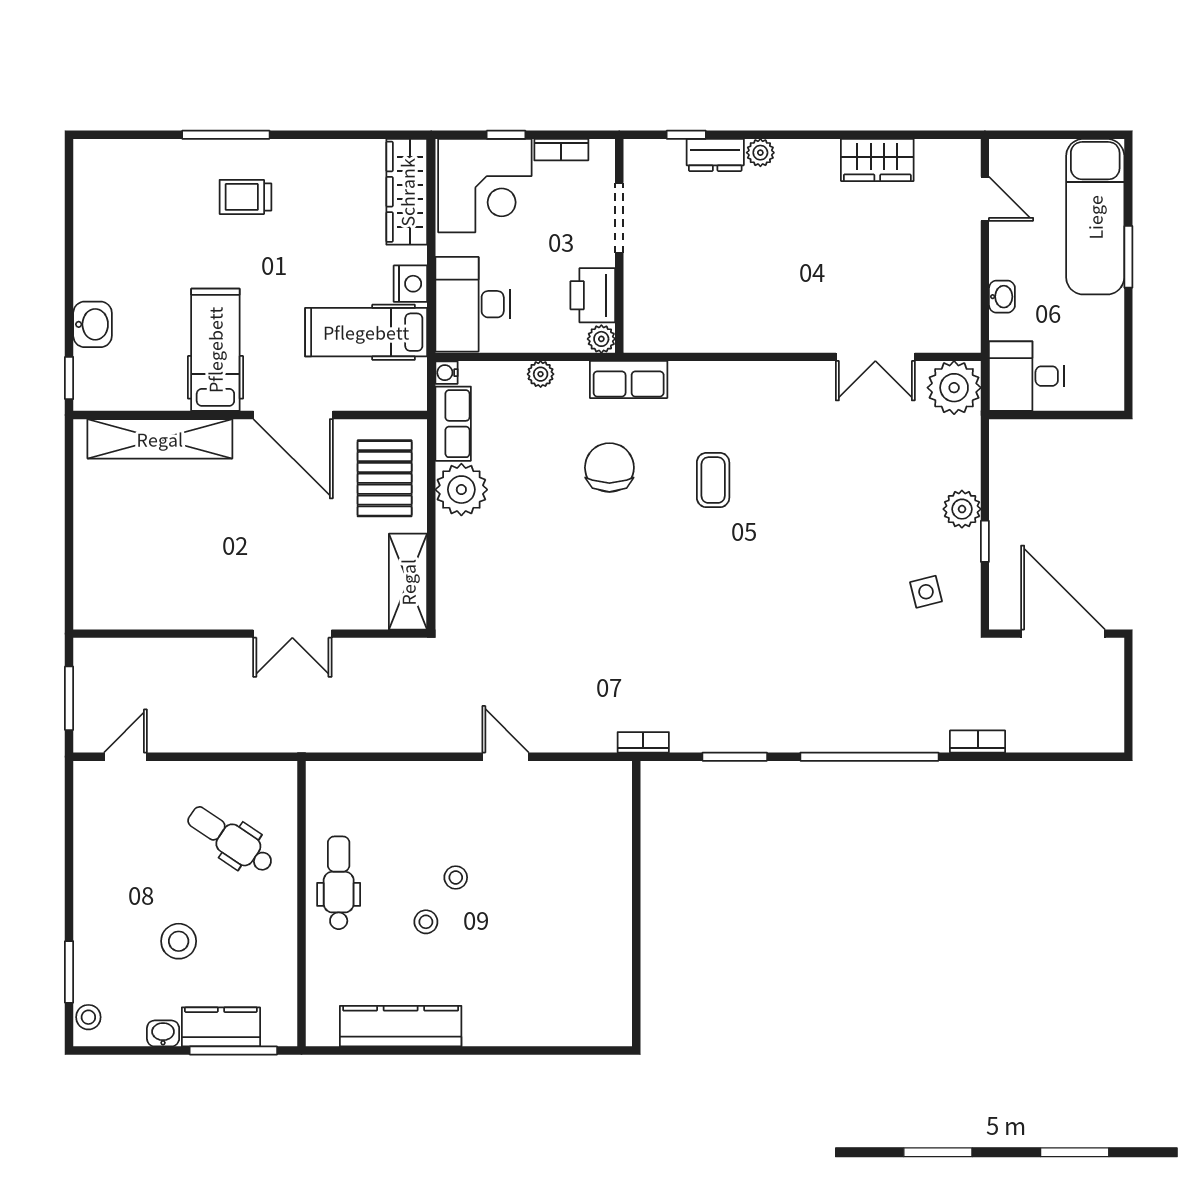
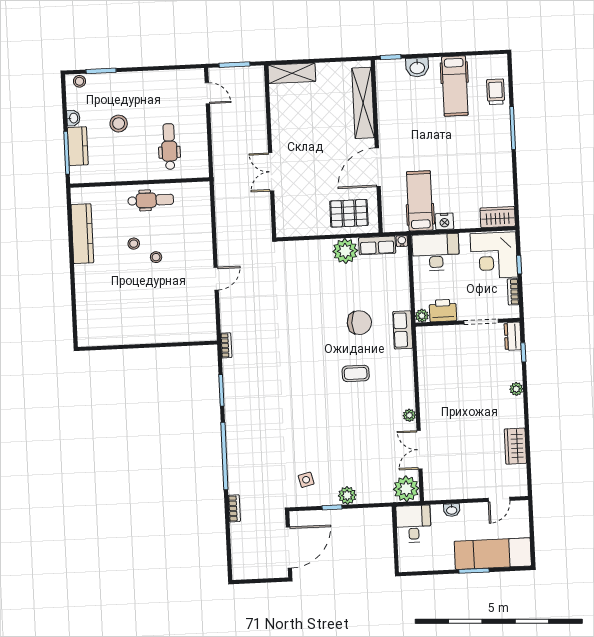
dresser: (715, 155) -> (513, 336), moved
wardrobe: (407, 192) -> (498, 217), width x0.67
trolley: (245, 197) -> (496, 92), moved
hospital bed: (215, 350) -> (455, 86), moved, turned 90
plant: (541, 374) -> (409, 415), moved
shelving: (408, 582) -> (292, 73), moved
dental chair: (231, 840) -> (169, 147), turned -34

